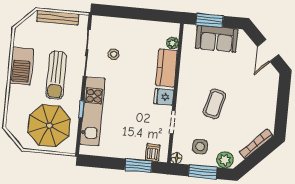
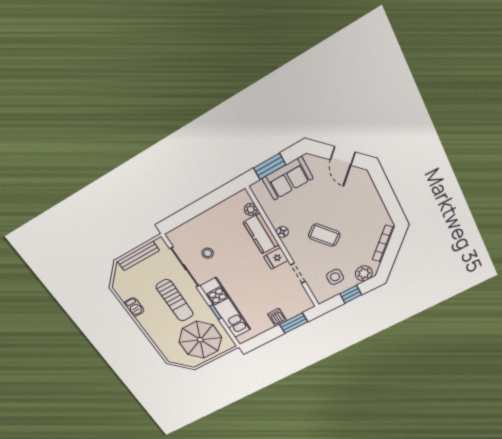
barbecue: (21, 66) -> (134, 307), width x0.53, depth x0.65
coffee table: (215, 104) -> (324, 235), turned -53
dishwasher: (153, 153) -> (277, 317), moved
floor lamp: (176, 158) -> (282, 232), moved
window: (203, 172) -> (351, 294), width x0.67

